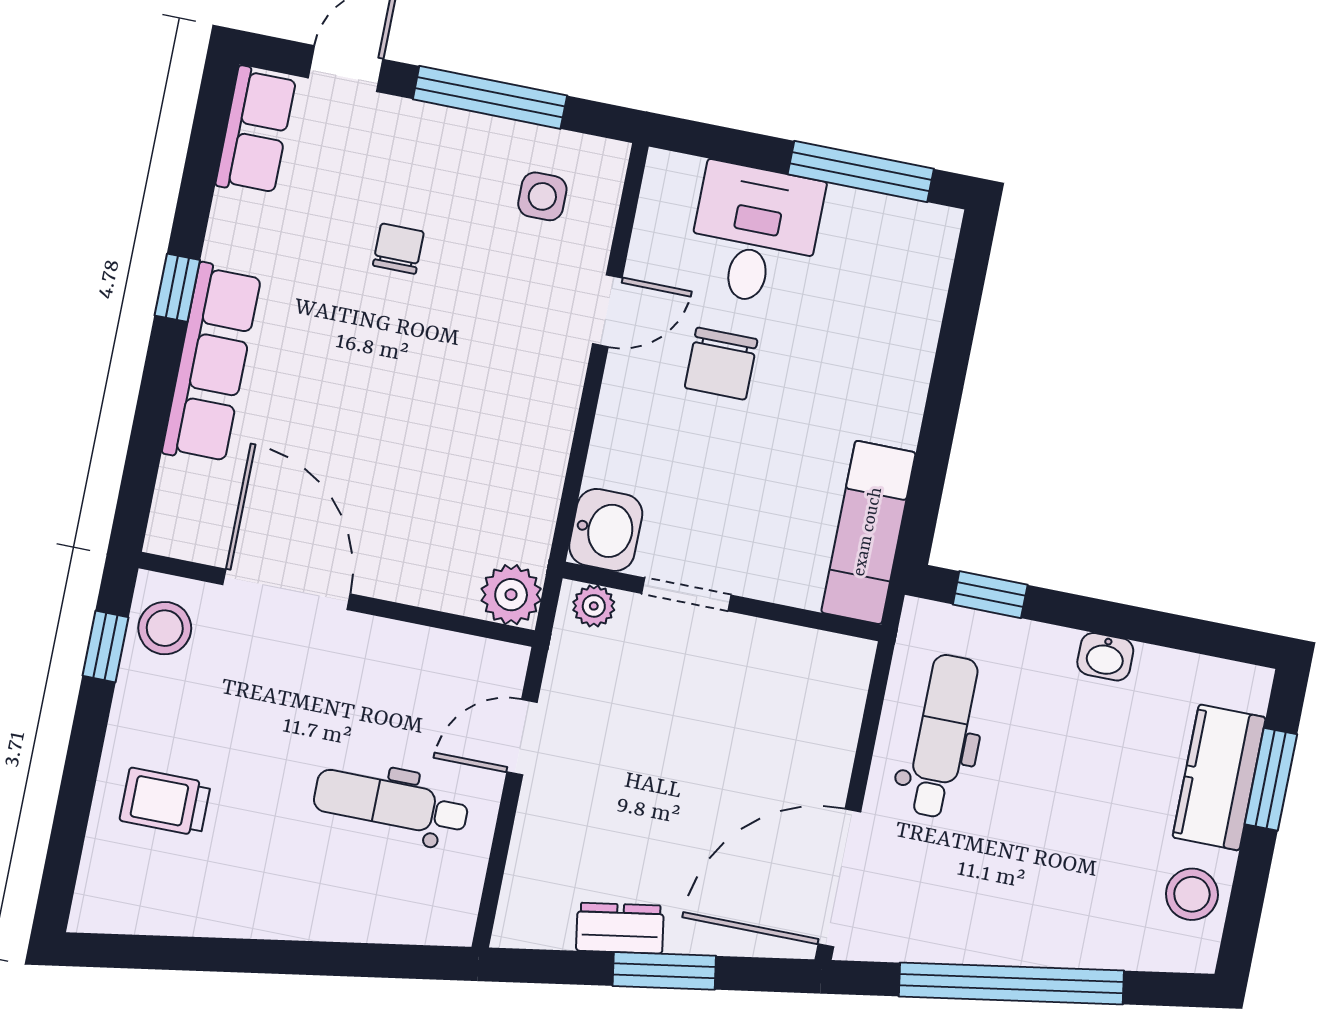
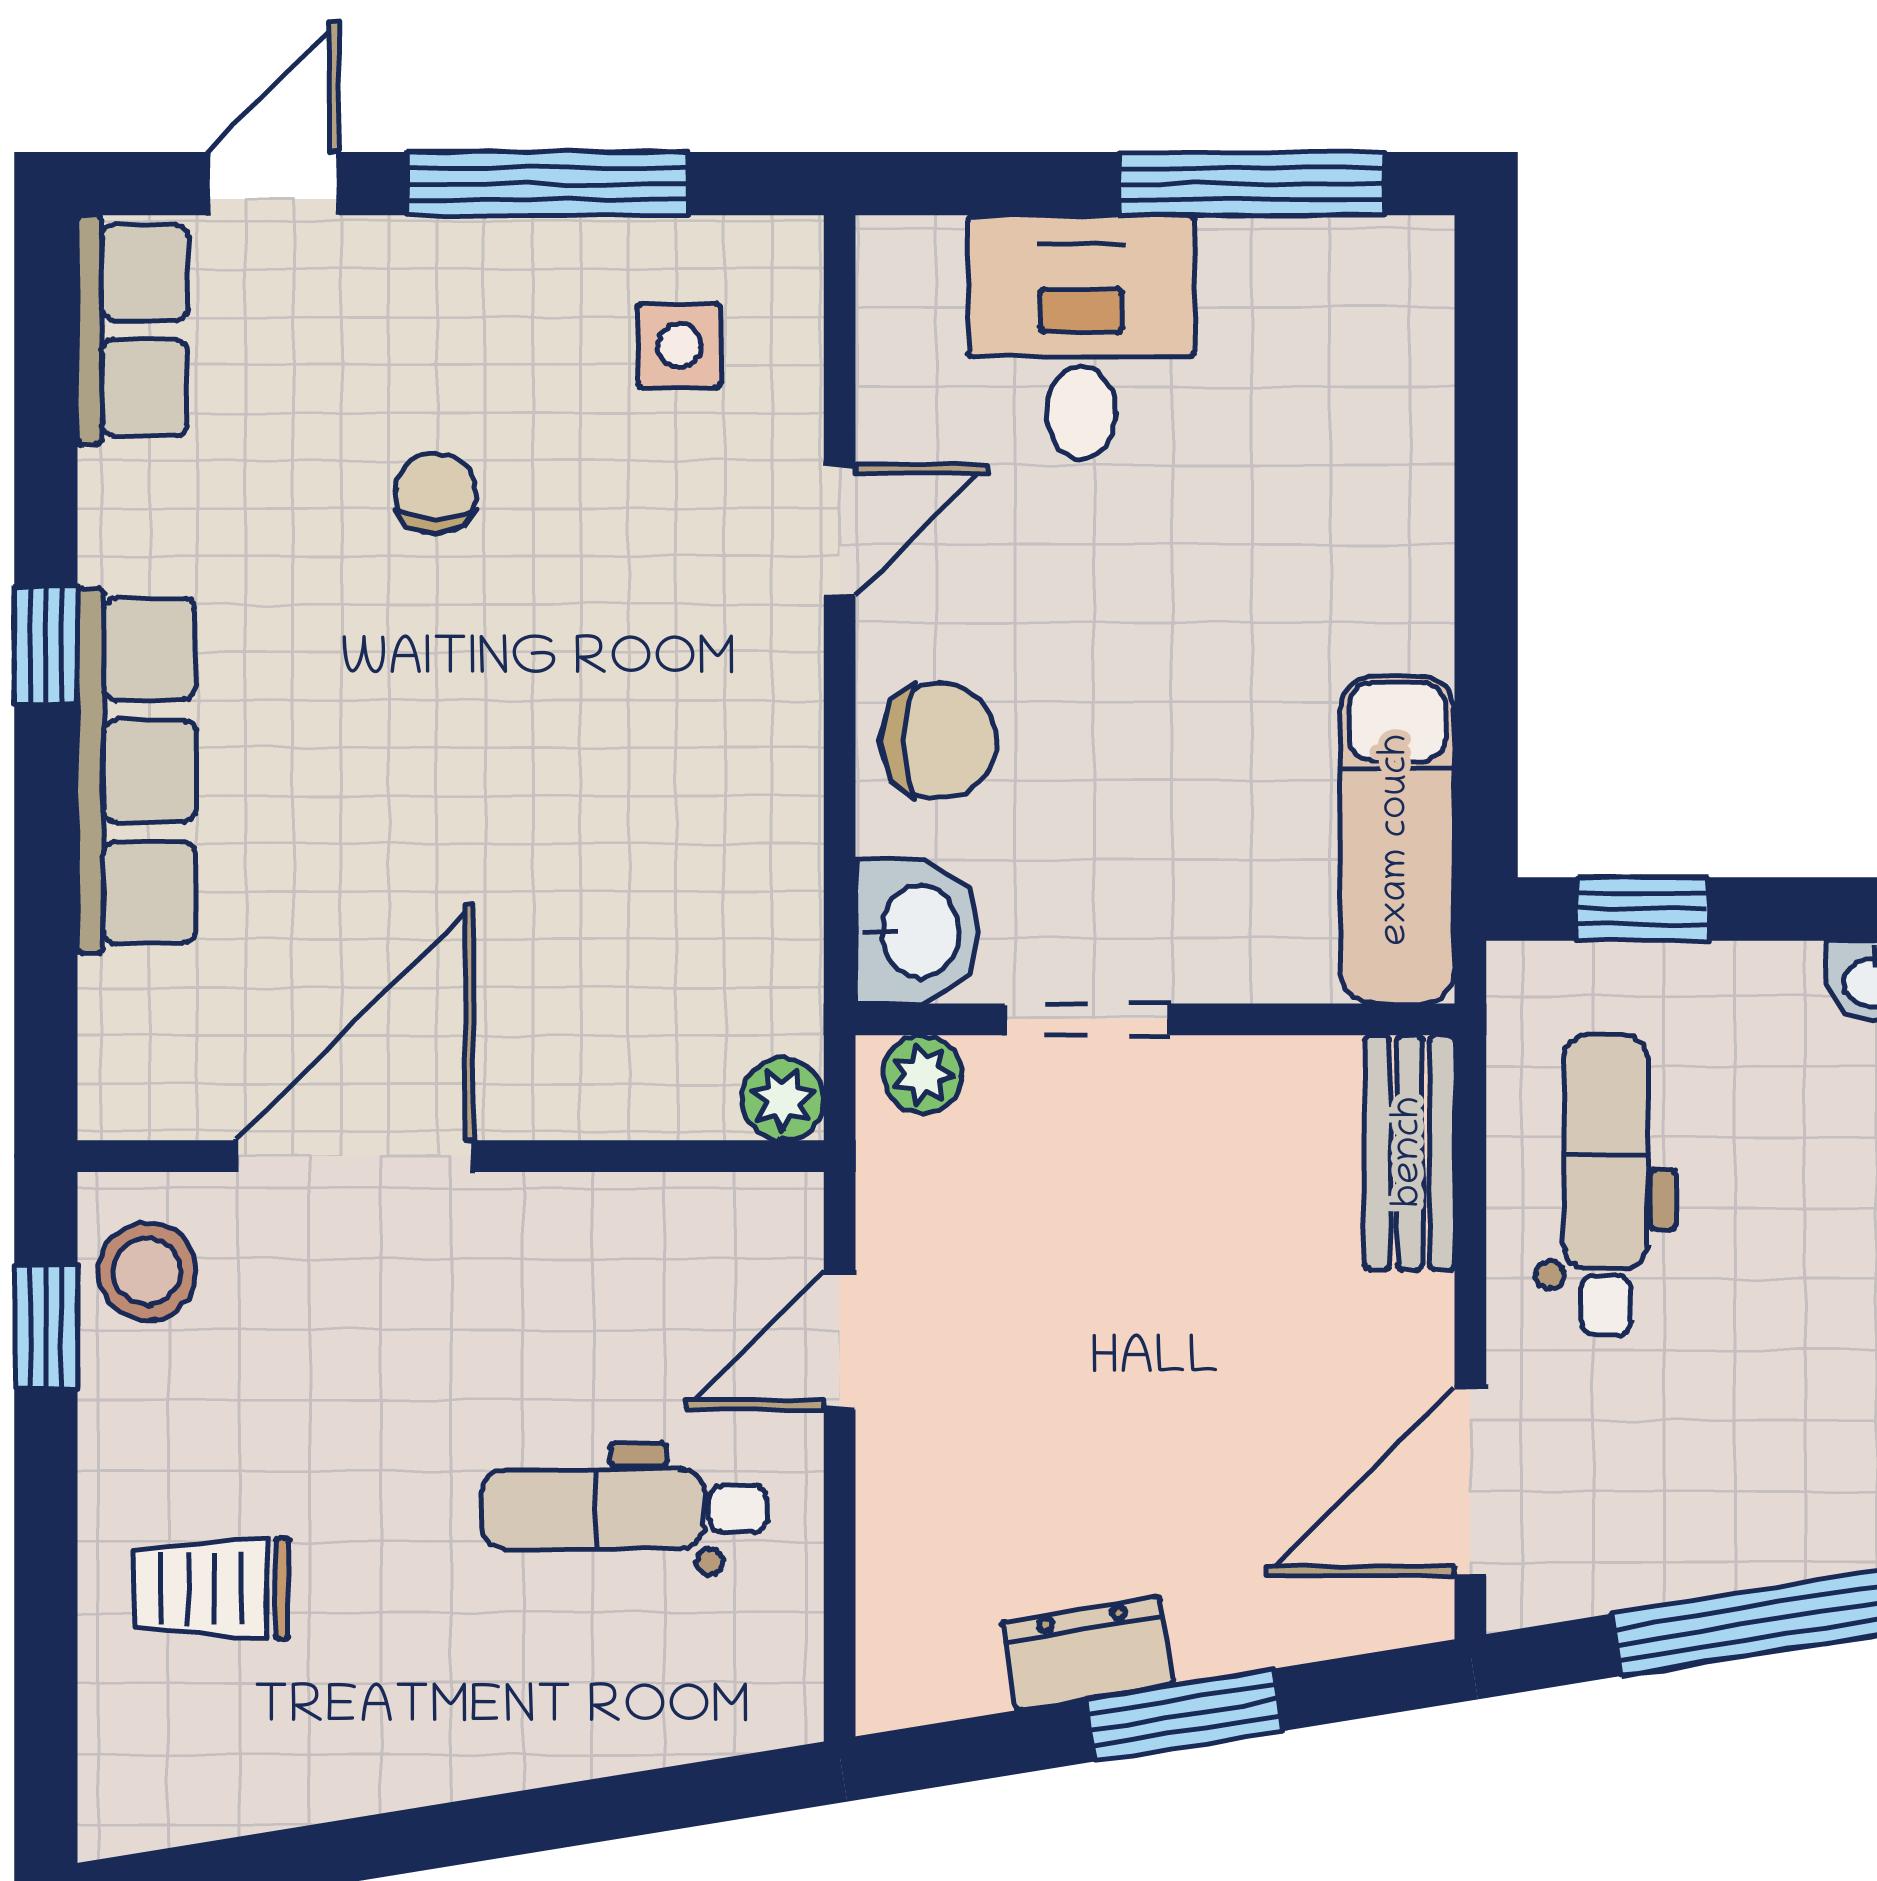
chair: (721, 364) -> (939, 741), moved, turned -90
door: (287, 589) -> (356, 1156), hinge flipped
plant: (511, 595) -> (783, 1099), width x0.73, depth x0.73
bench: (842, 698) -> (1410, 1152), added
door: (839, 878) -> (1470, 1482), width x0.73

